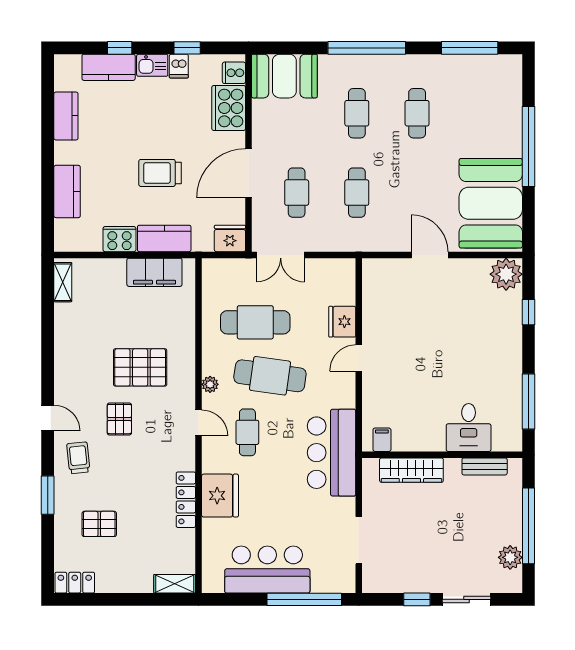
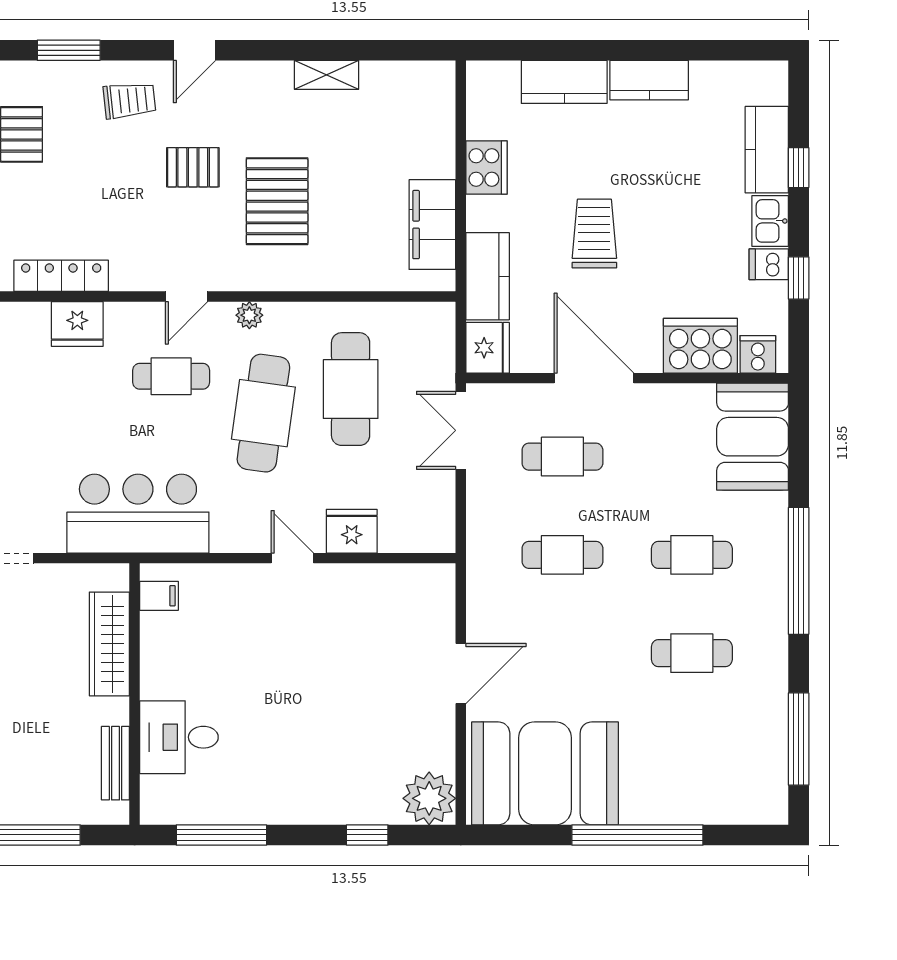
kitchen counter: (66, 116) -> (649, 80), moved
kitchen counter: (164, 238) -> (488, 276), moved
shelving: (63, 282) -> (326, 75), moved
fridge: (220, 496) -> (77, 324), width x0.73, depth x0.75

